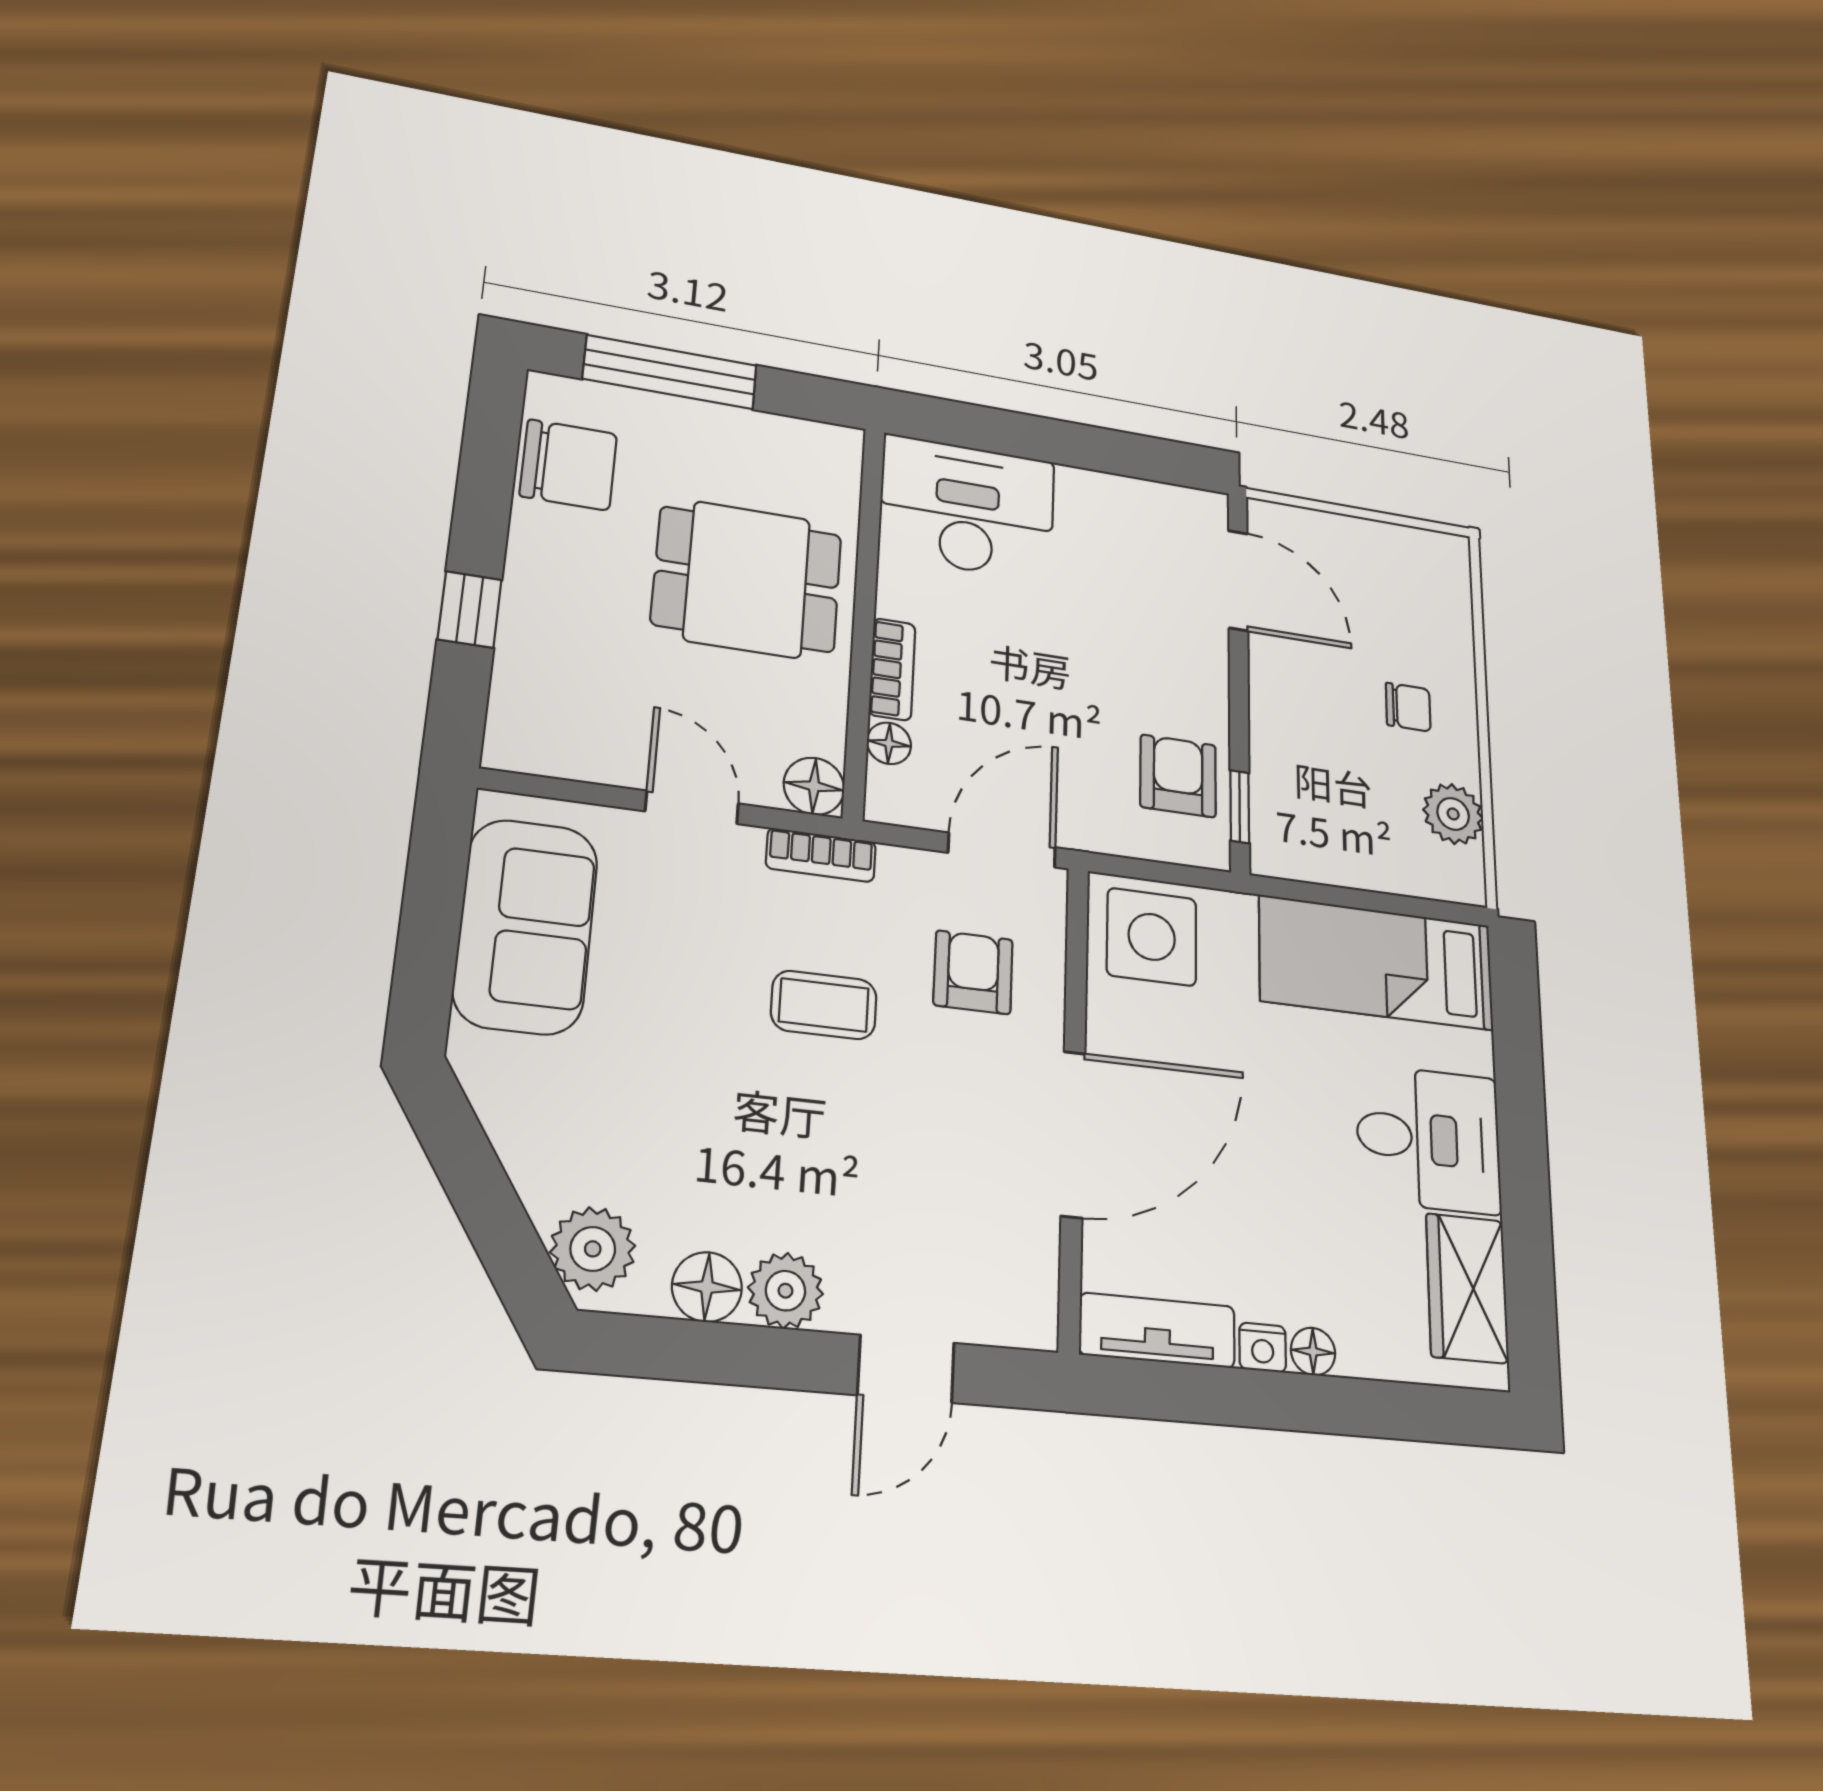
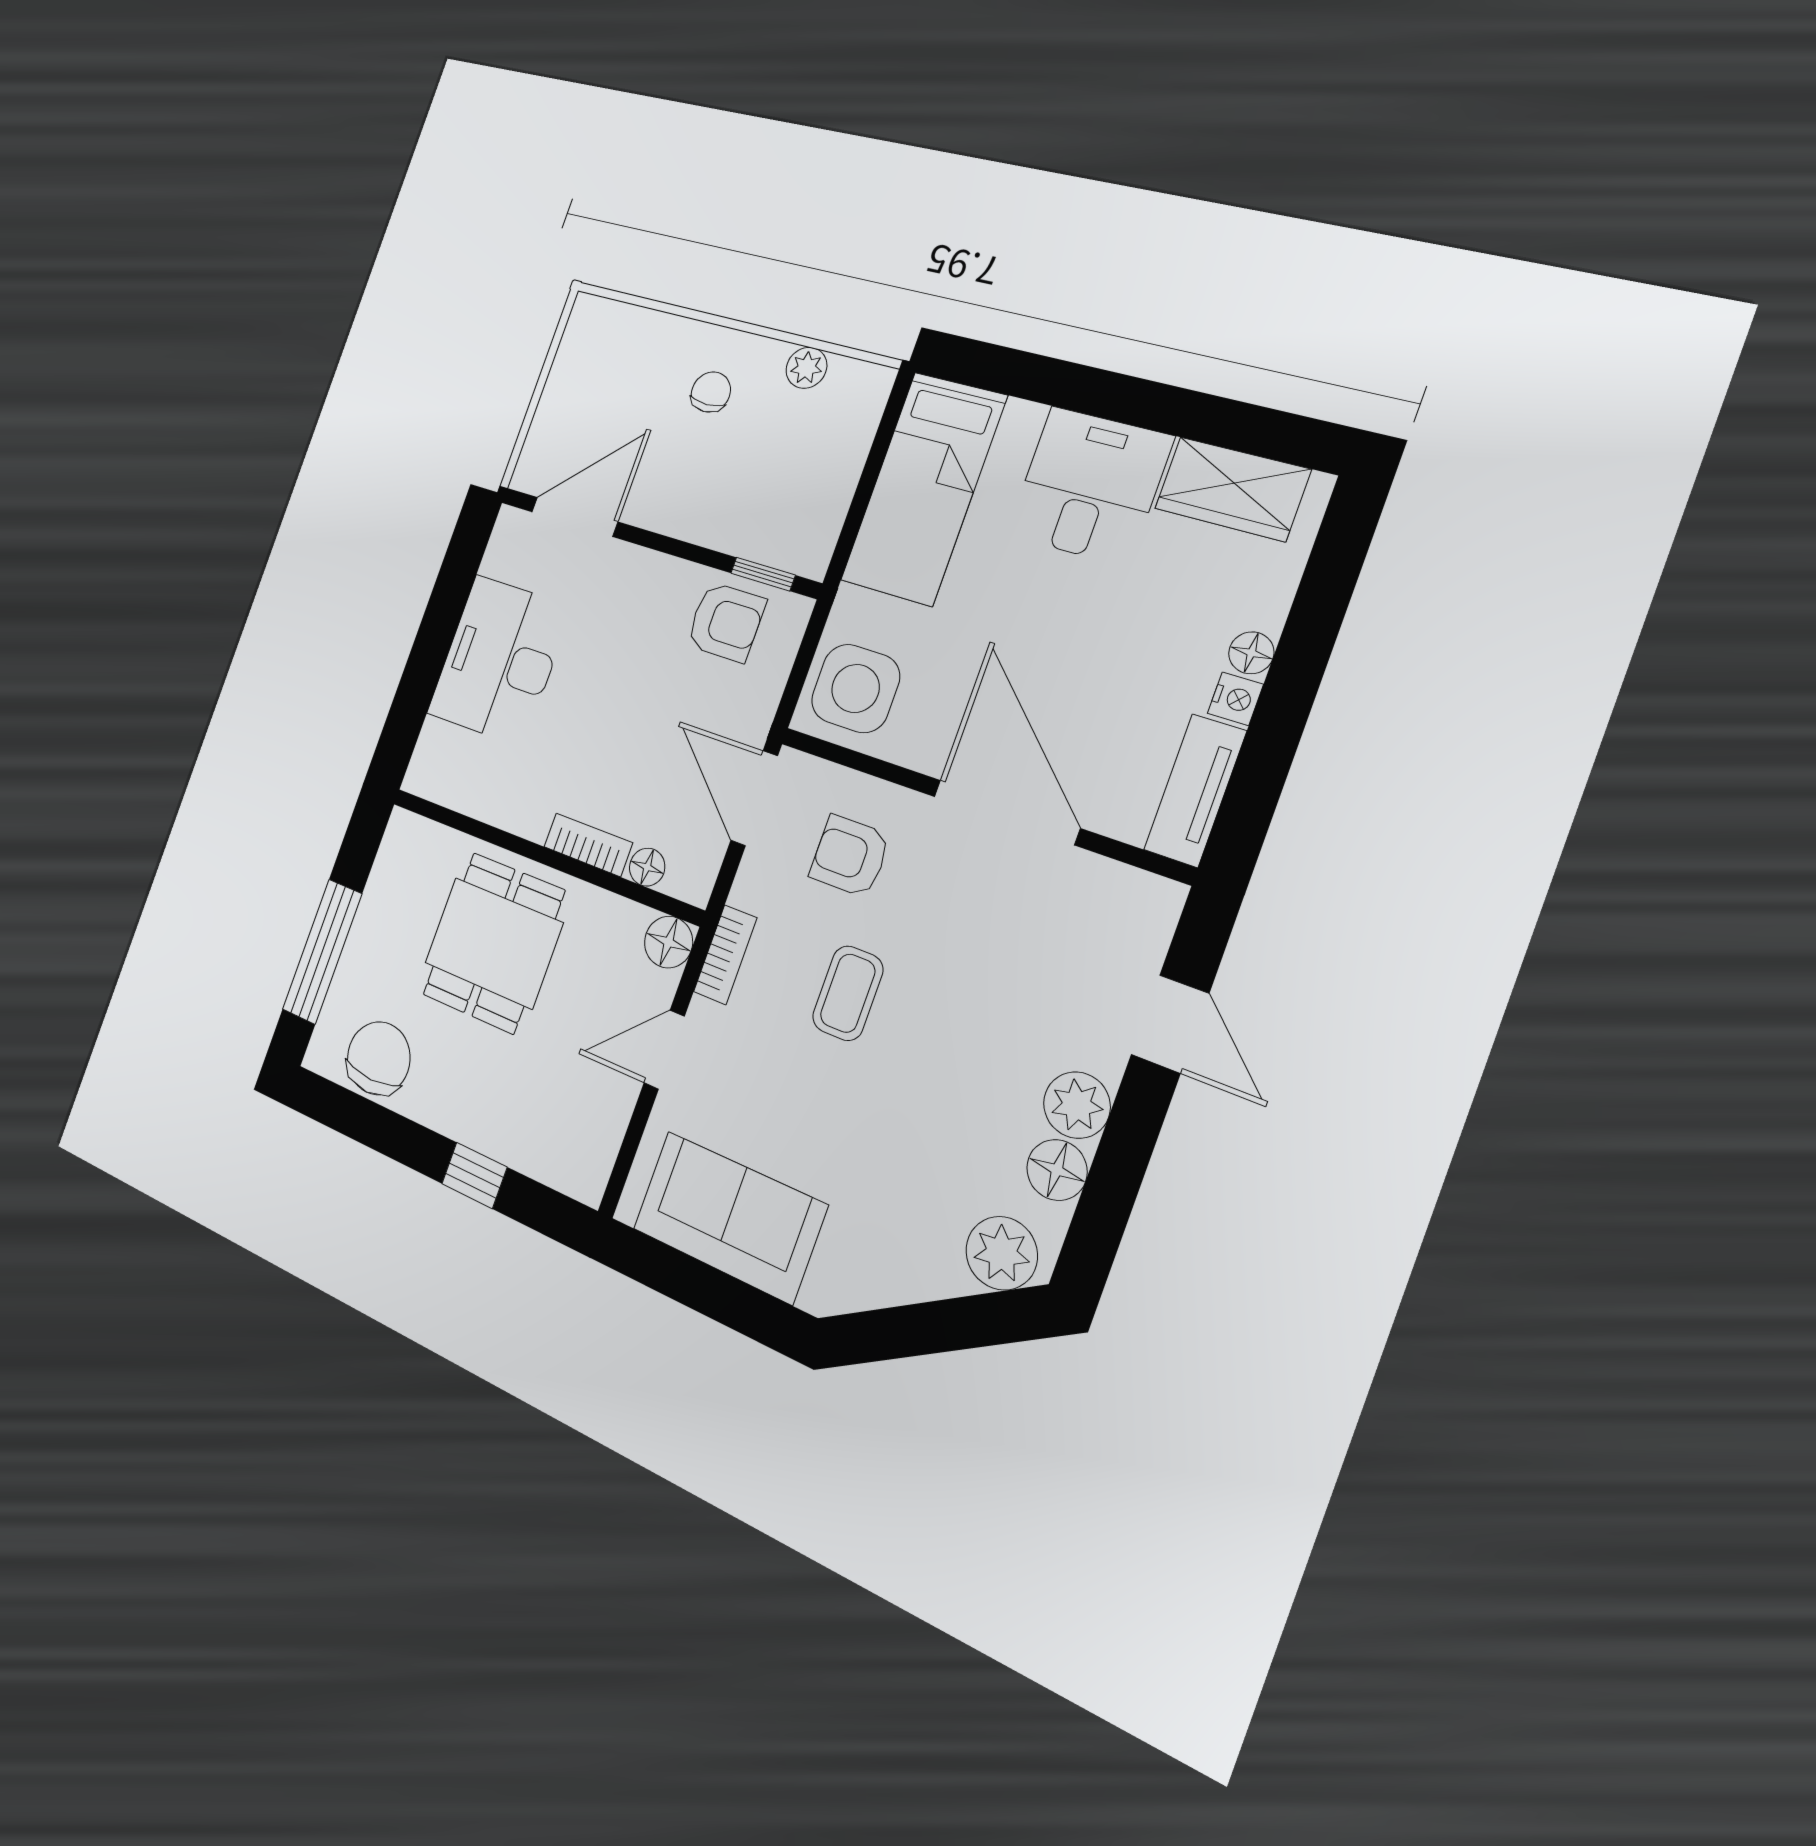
desk: (967, 508) -> (499, 660), moved
armchair: (1178, 776) -> (726, 622), turned 180
plant: (1453, 814) -> (806, 368), width x0.73, depth x0.73

